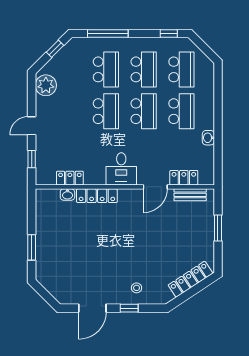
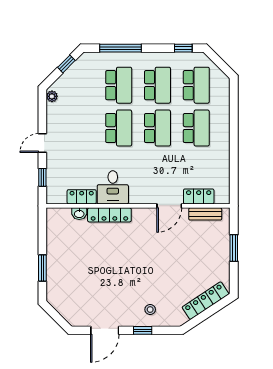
plant: (46, 85) -> (52, 96), width x0.53, depth x0.53
washbasin: (208, 138) -> (224, 155), removed
desk: (121, 169) -> (113, 187), moved

